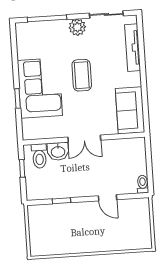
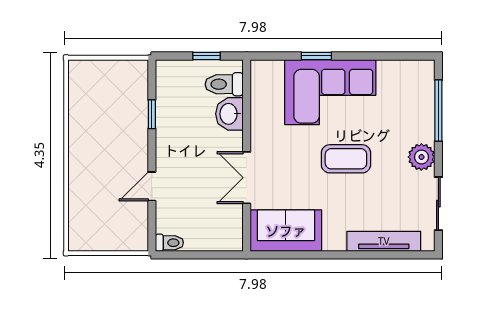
double door: (84, 139) -> (247, 178), moved

